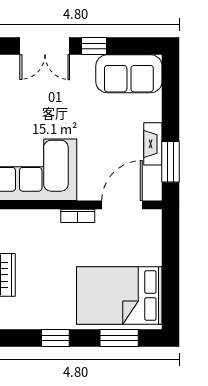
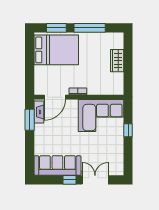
sofa: (129, 74) -> (57, 165), width x1.36
fireplace: (153, 144) -> (39, 112), moved
window: (55, 338) -> (90, 28), width x2.17

